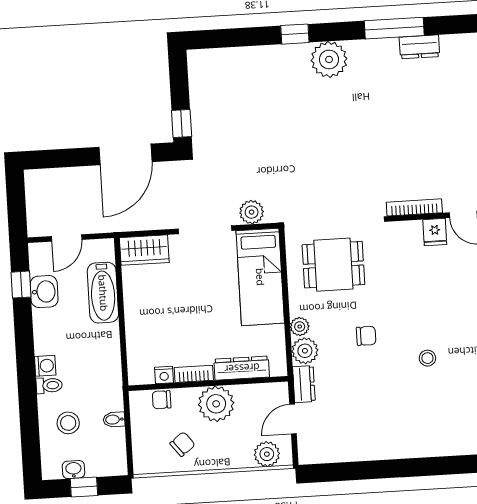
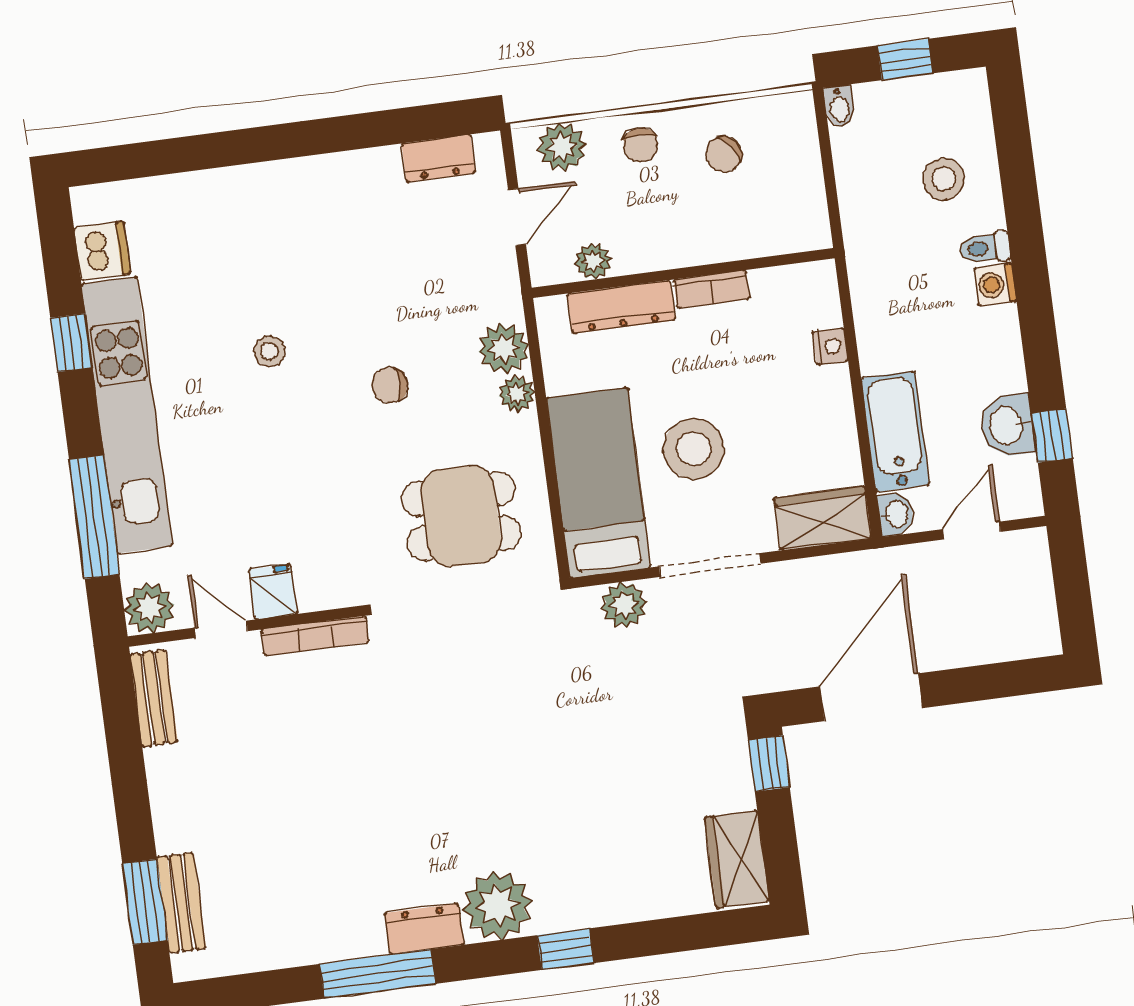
dresser: (419, 47) -> (424, 929), moved
wardrobe: (202, 75) -> (737, 859), added
stool: (209, 291) -> (694, 449), added
nightstand: (164, 375) -> (830, 346), moved, turned 90
dresser: (304, 384) -> (438, 158), moved, turned -90
chair: (162, 400) -> (640, 145), moved, turned 90
plant: (216, 404) -> (593, 261), moved, width x0.53, depth x0.53
bidet: (114, 419) -> (839, 106), moved, turned 90
washbasin: (73, 470) -> (896, 514), moved, turned -90

